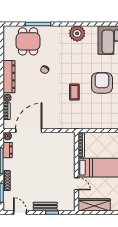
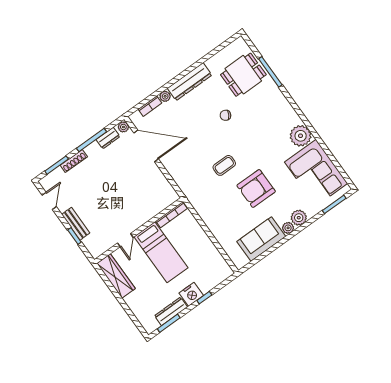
plant: (77, 33) -> (301, 136), moved
armchair: (102, 83) -> (256, 188), turned 180

